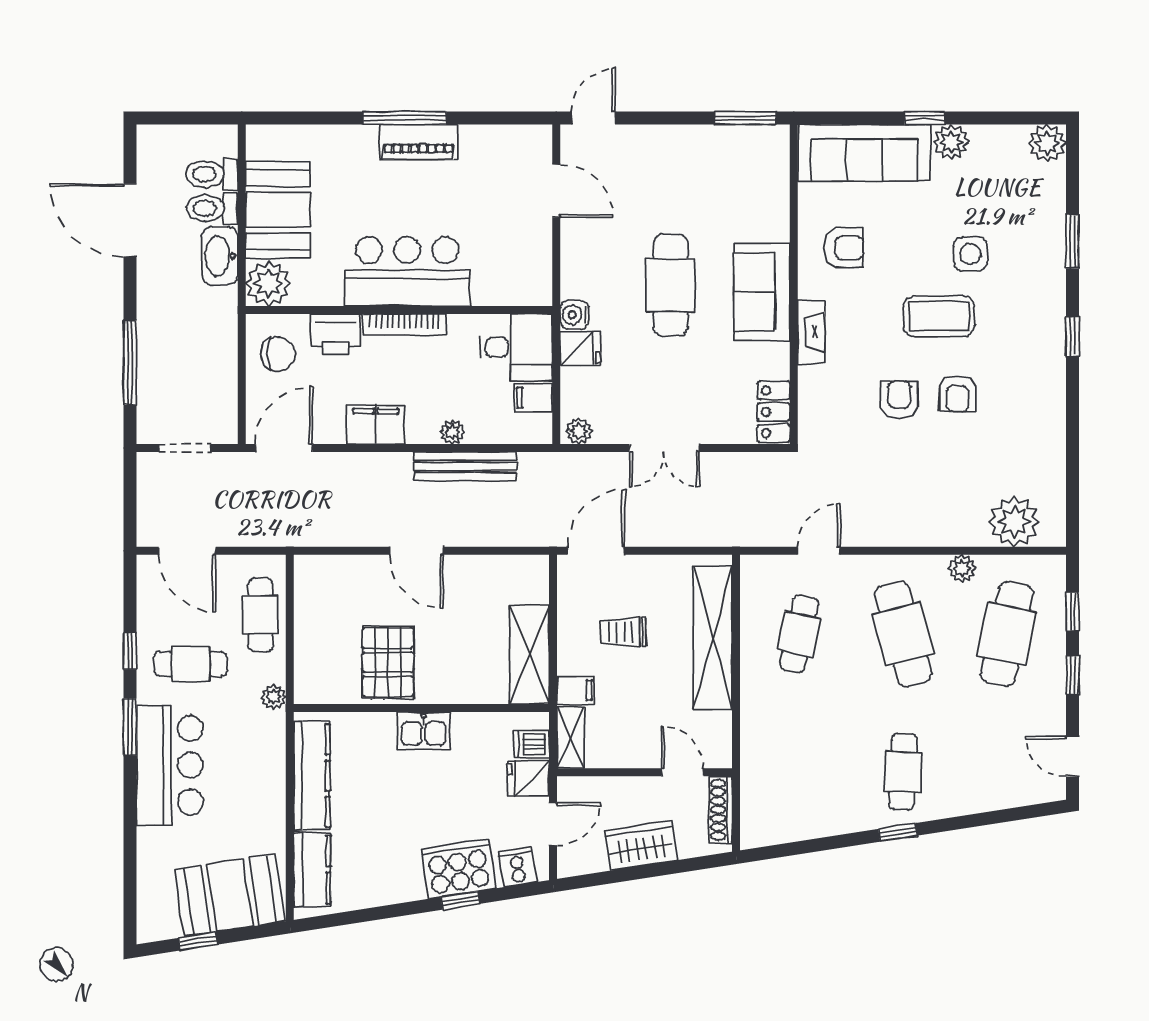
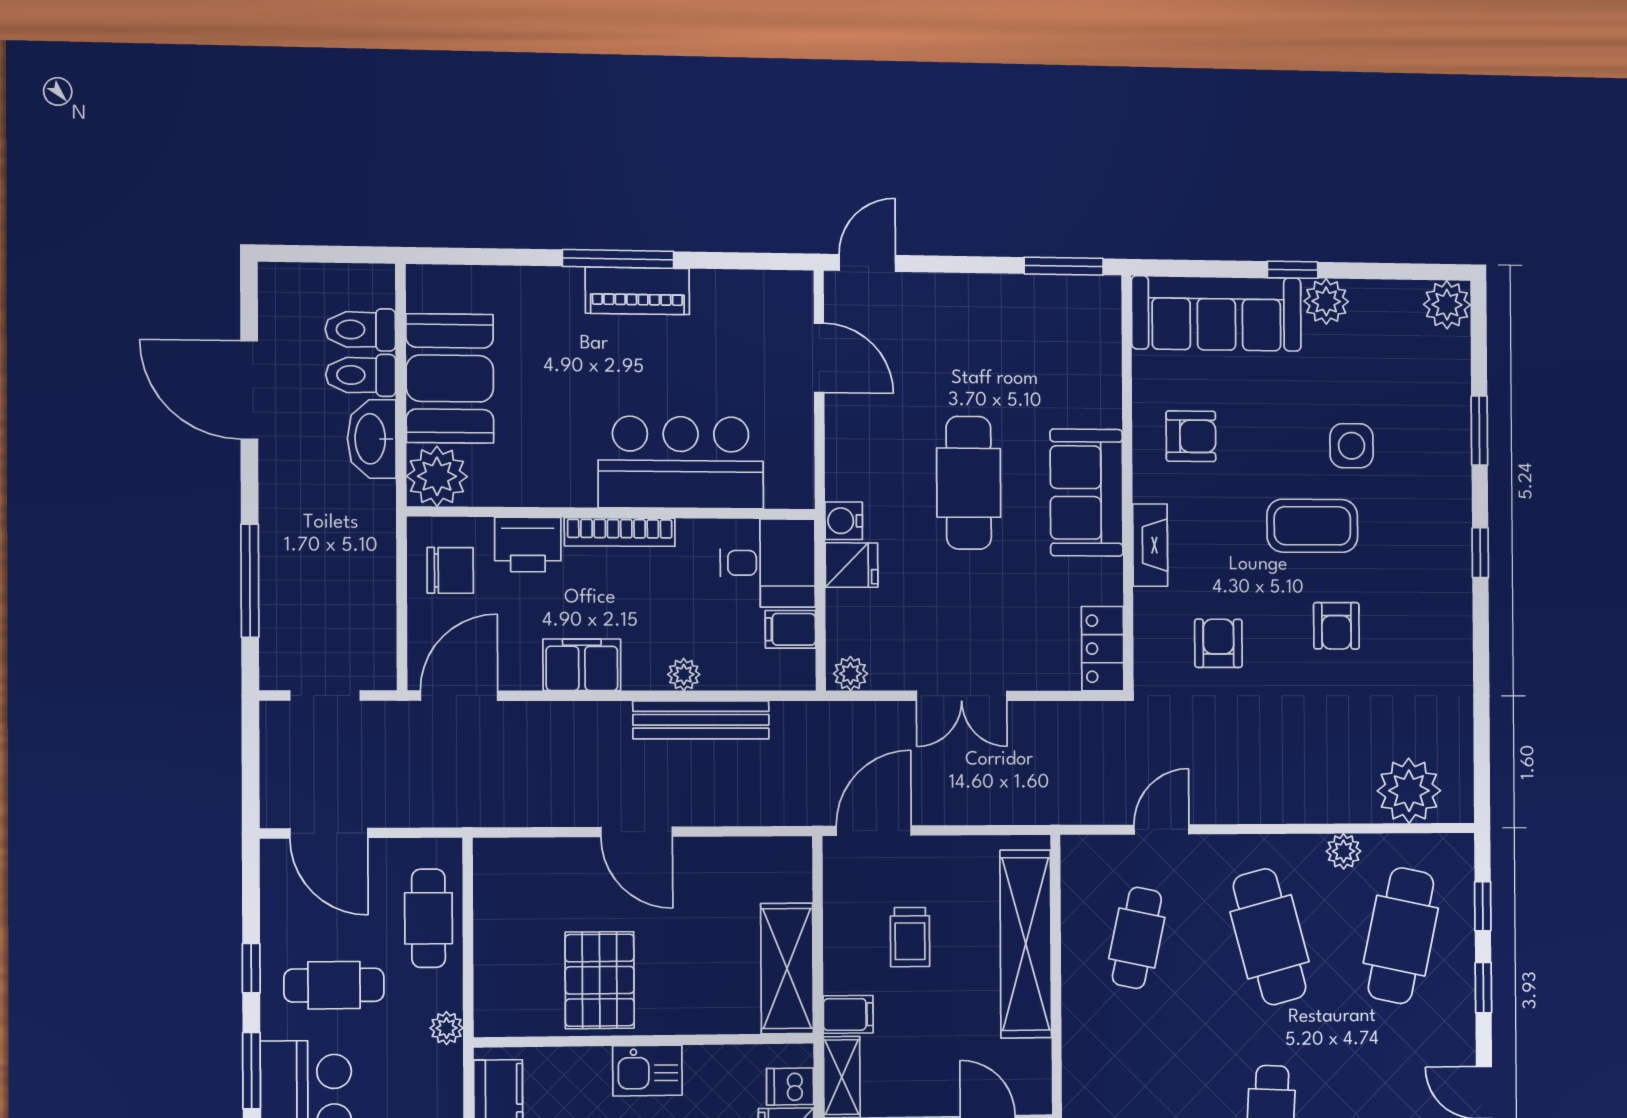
bar counter: (407, 271) -> (681, 462), moved
armchair: (899, 400) -> (1218, 643), moved
trolley: (624, 632) -> (910, 937), turned -90

